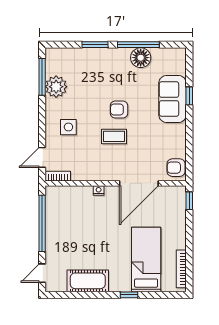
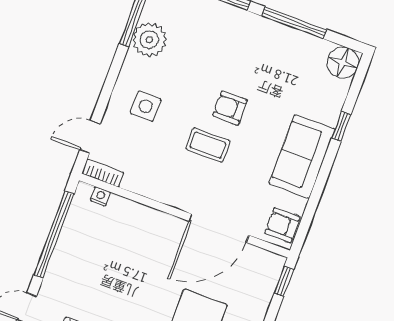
floor lamp: (141, 58) -> (343, 63), moved
sofa: (173, 99) -> (302, 156), moved
nightstand: (99, 191) -> (100, 196), moved

